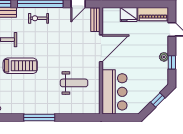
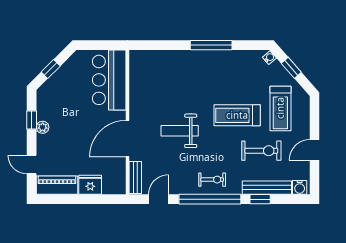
weight bench: (74, 83) -> (180, 131), moved

